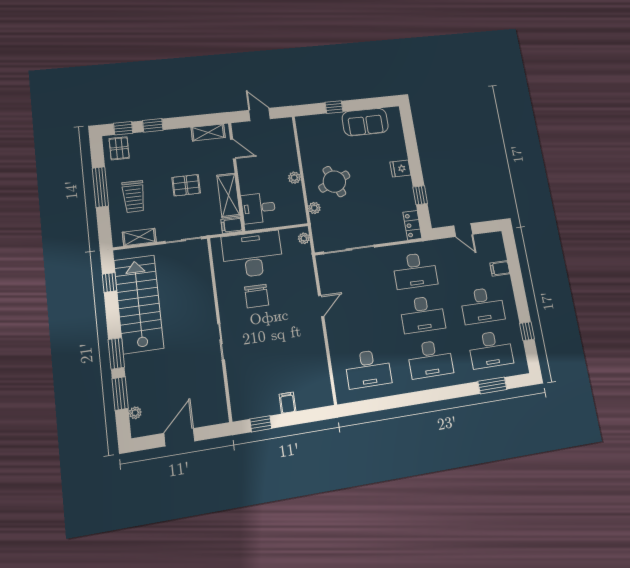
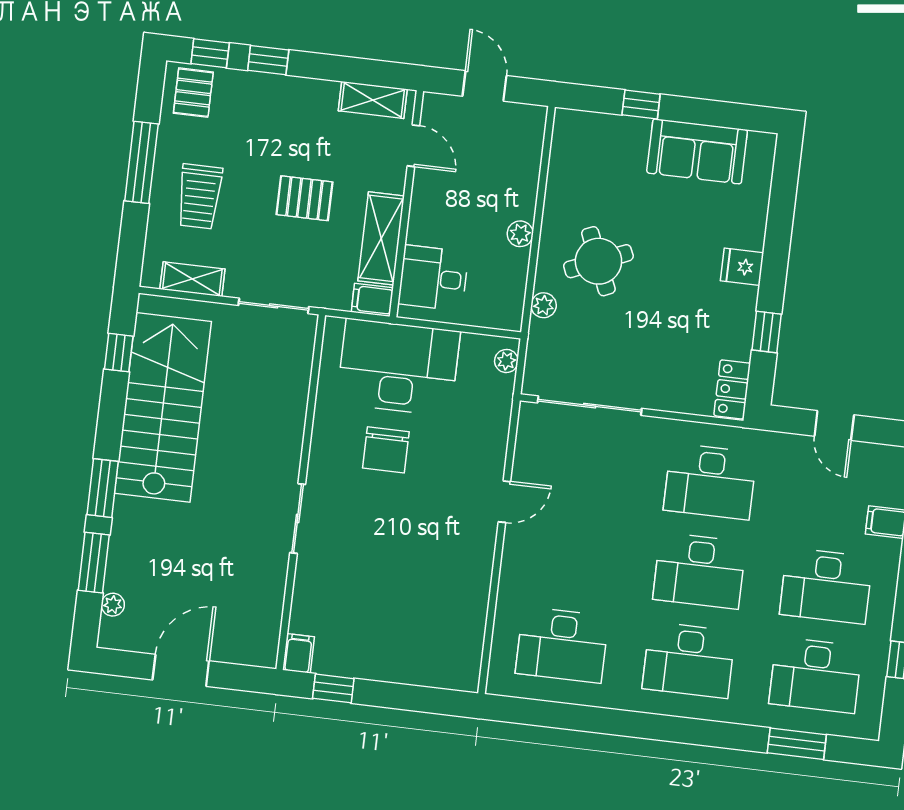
filing cabinet: (287, 403) -> (299, 653), moved

